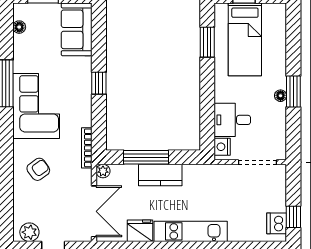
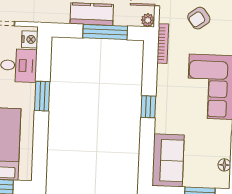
window: (207, 42) -> (42, 96), moved
armchair: (38, 169) -> (199, 18), moved

